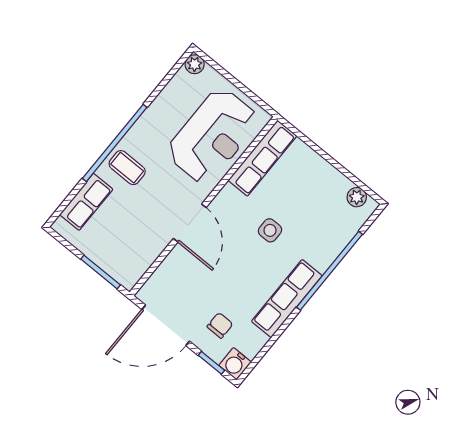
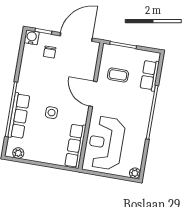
coffee table: (127, 168) -> (118, 75), moved
row of seats: (287, 299) -> (19, 116), moved

